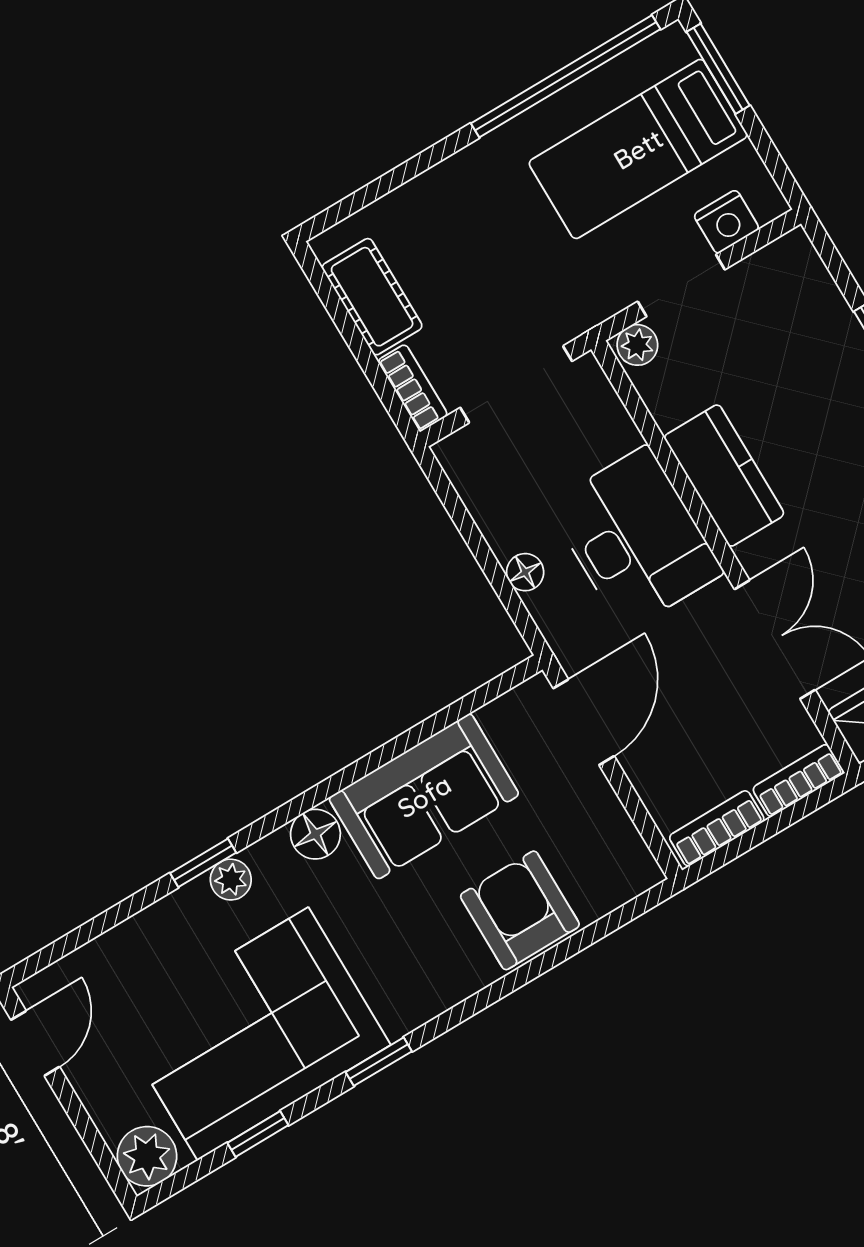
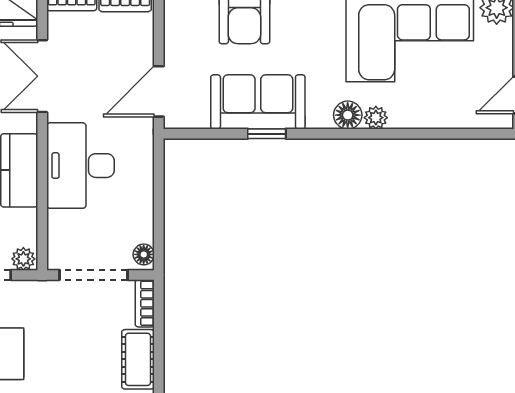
floor lamp: (525, 572) -> (144, 254), moved
floor lamp: (315, 834) -> (348, 115), moved
window: (203, 863) -> (267, 134), moved

